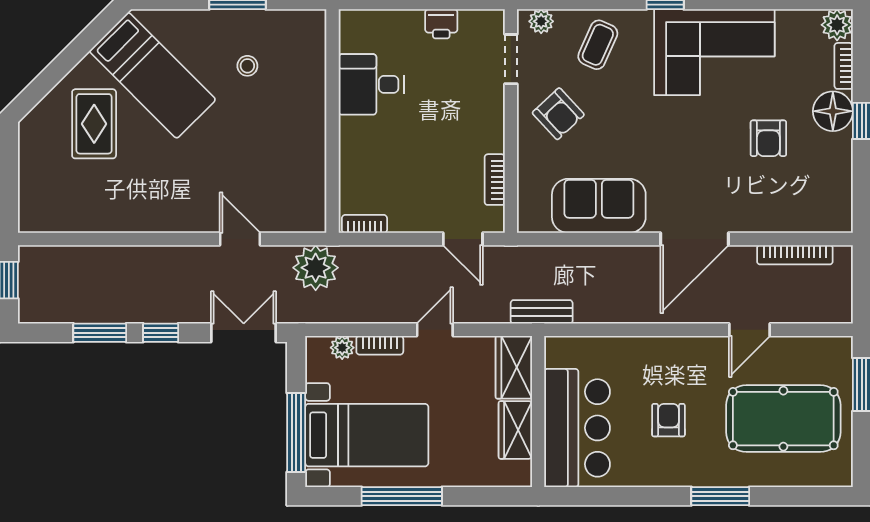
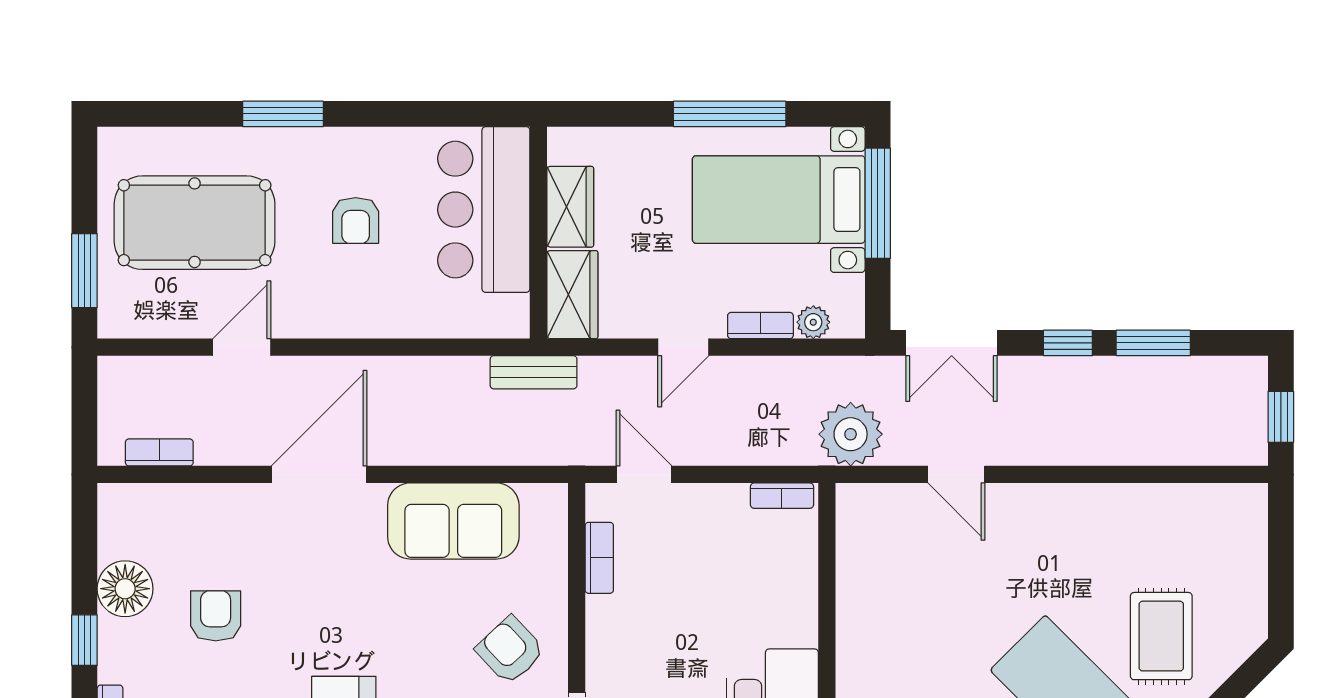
floor lamp: (833, 111) -> (125, 589), moved
bookcase: (795, 255) -> (159, 452), width x0.64

